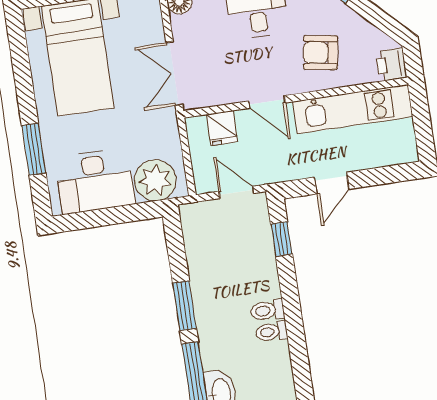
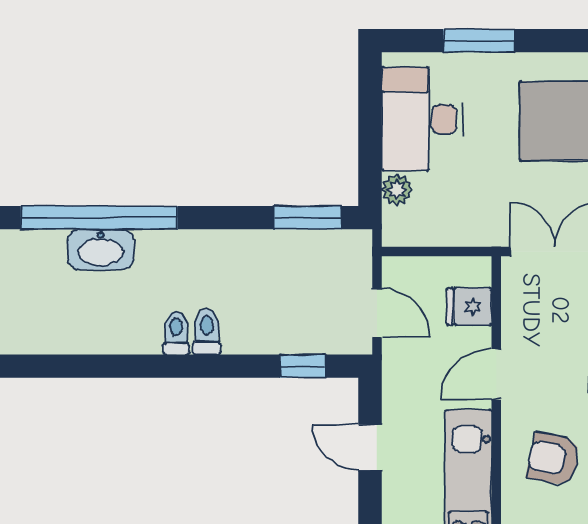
armchair: (321, 53) -> (554, 459), turned -87
plant: (155, 180) -> (397, 190), width x0.53, depth x0.53
door: (236, 192) -> (377, 313), hinge flipped
window: (185, 306) -> (308, 218), moved

